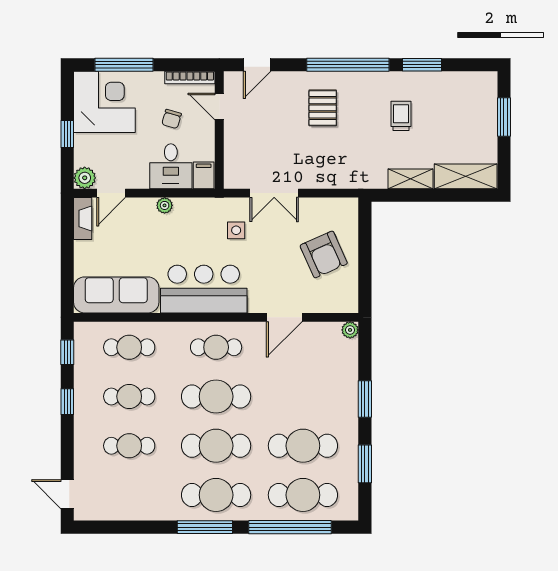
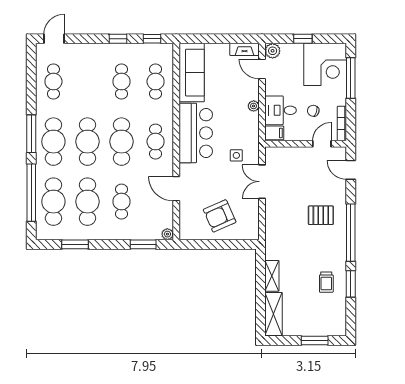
trolley: (401, 116) -> (326, 282), moved, turned 90
cafe table: (303, 396) -> (121, 202), added
window: (365, 399) -> (143, 244), moved
cafe table: (129, 446) -> (53, 82), moved

